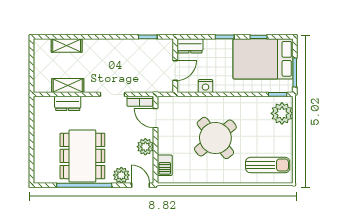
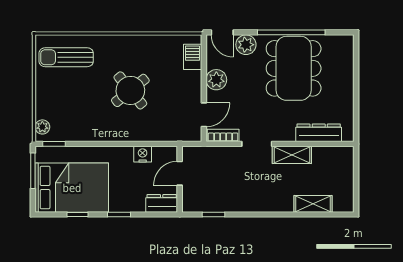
shelving: (68, 85) -> (292, 155), moved
dresser: (68, 103) -> (319, 133), width x1.44
plant: (282, 113) -> (42, 127), width x0.53, depth x0.53
door: (156, 118) -> (204, 115), hinge flipped
round table: (215, 138) -> (130, 90), width x0.73, depth x0.73

